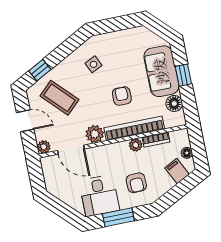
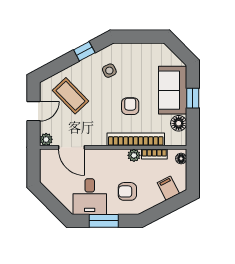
window: (40, 70) -> (84, 51), moved
door: (25, 121) -> (33, 111), hinge flipped
plant: (95, 134) -> (97, 137), removed
floor lamp: (187, 153) -> (181, 159), moved
armchair: (136, 183) -> (127, 191), turned 92

